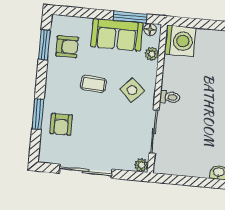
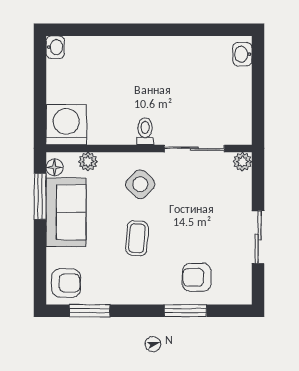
armchair: (67, 47) -> (66, 283), moved, turned 90
armchair: (61, 124) -> (197, 277), turned 180
sliding door: (86, 171) -> (258, 237), width x0.73

